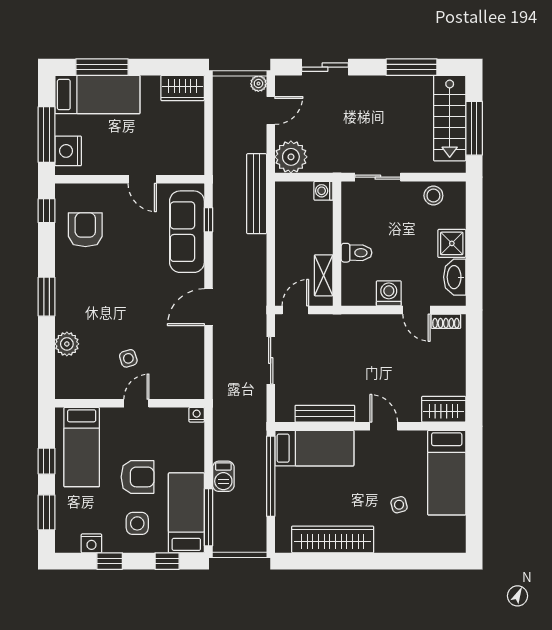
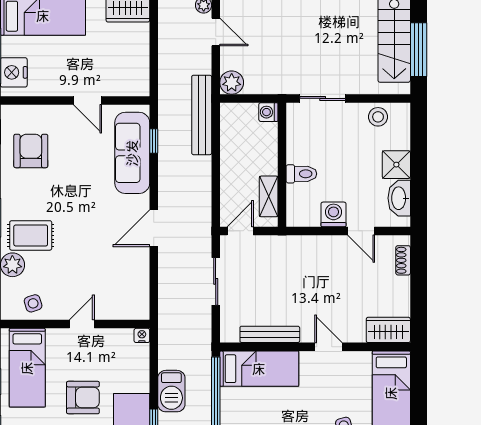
door: (271, 110) -> (216, 32), hinge flipped
plant: (291, 157) -> (232, 83), width x0.73, depth x0.73
rug: (85, 314) -> (31, 235), added
shoe rack: (446, 321) -> (403, 260), moved, turned 90
side table: (128, 358) -> (33, 303), moved
barbecue: (223, 476) -> (171, 391), width x1.38, depth x1.27

